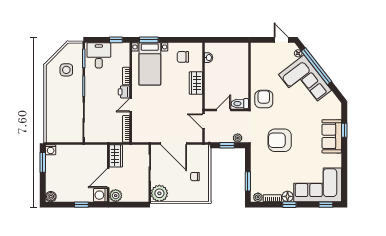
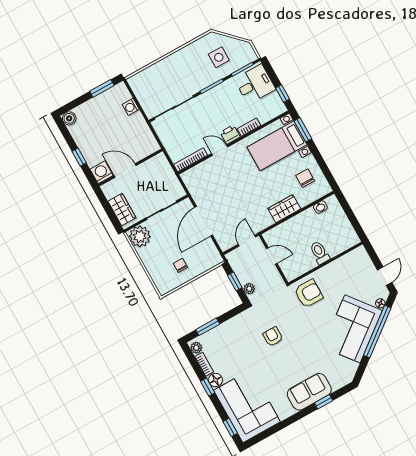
toilet: (240, 104) -> (320, 253), moved
armchair: (280, 140) -> (273, 337), width x0.53, depth x0.53
washing machine: (51, 150) -> (131, 107), moved
wardrobe: (116, 156) -> (122, 210), moved, turned -90
plant: (116, 196) -> (110, 189), removed

